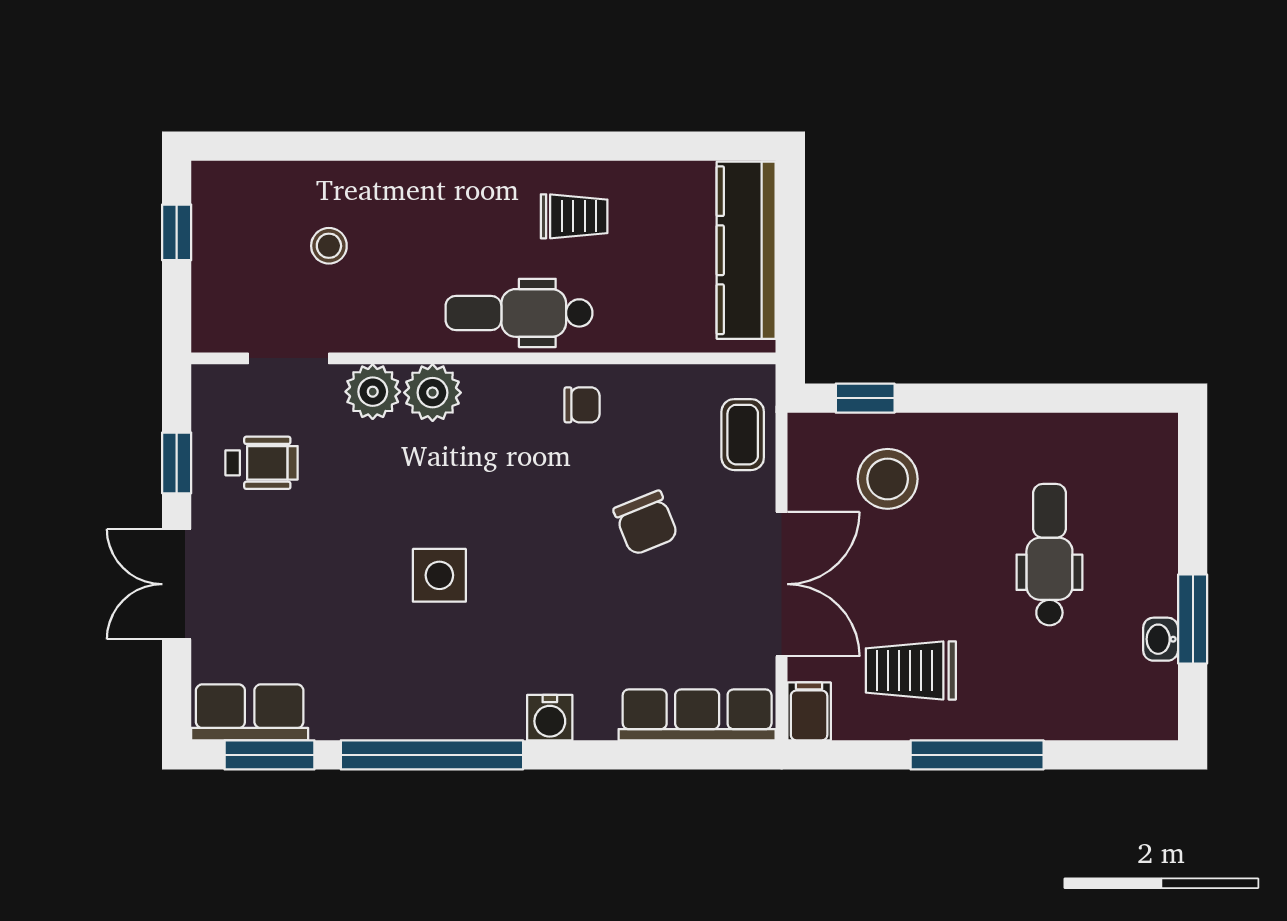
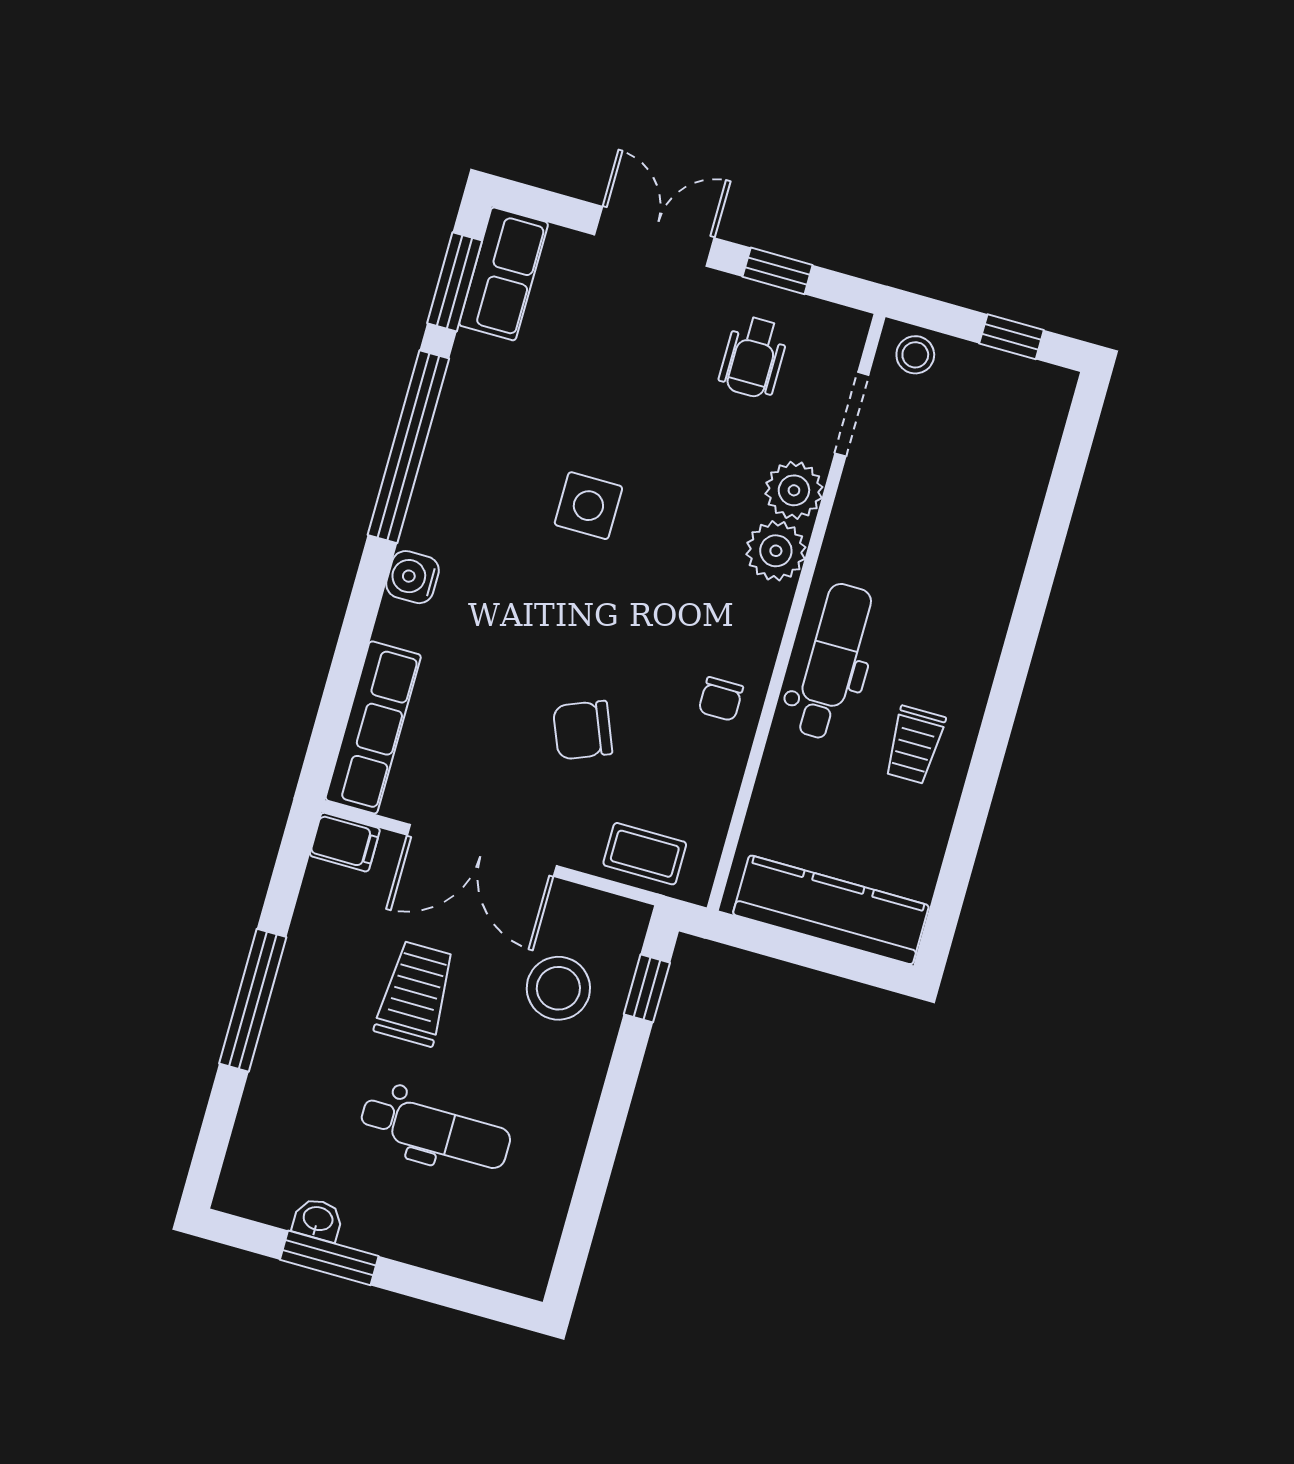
stool: (329, 246) -> (915, 355), moved
trolley: (911, 670) -> (415, 994), moved

